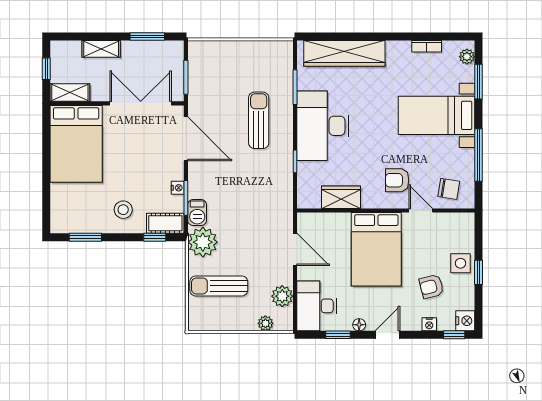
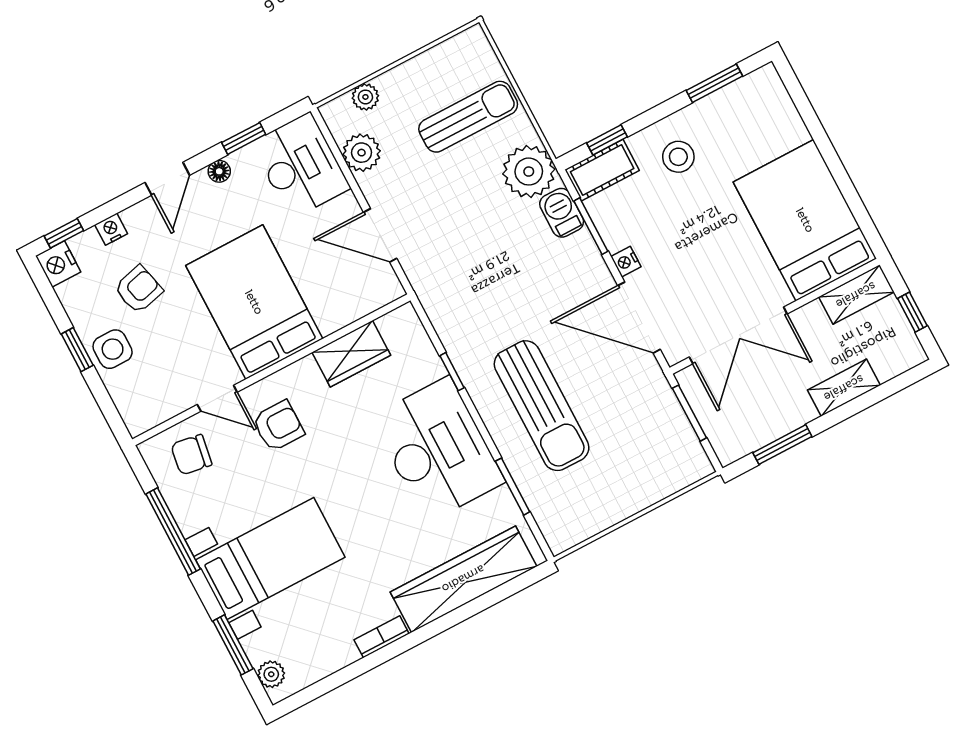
bookcase: (427, 46) -> (382, 637), moved
sun lounger: (259, 120) -> (542, 406), width x1.36, depth x1.34
nightstand: (178, 188) -> (626, 262), moved

